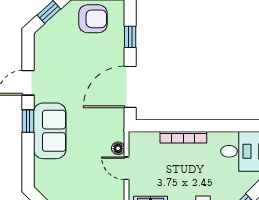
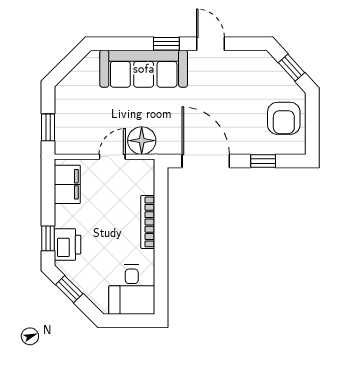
sofa: (50, 131) -> (144, 69), width x1.36
floor lamp: (118, 148) -> (142, 141), width x1.89, depth x1.89

